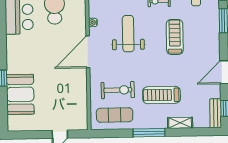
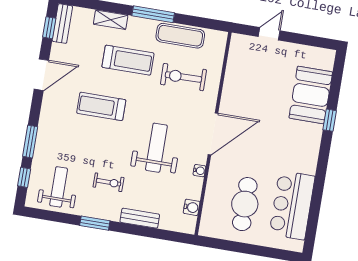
weight bench: (128, 34) -> (156, 148), turned 180
treadmill: (175, 37) -> (101, 106), moved, turned 90
exercise mat: (115, 115) -> (180, 36), moved

